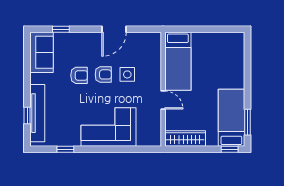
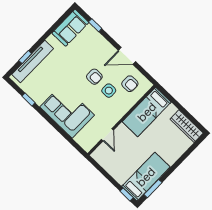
armchair: (79, 75) -> (130, 84), moved
door: (163, 100) -> (107, 135), moved
wardrobe: (185, 139) -> (187, 126), moved, turned 180

